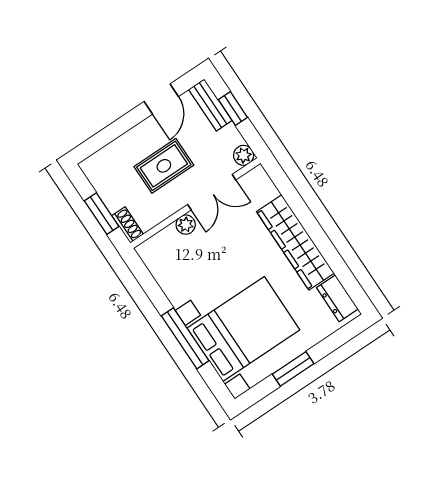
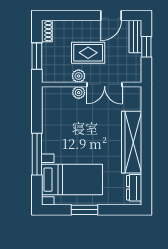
plant: (244, 155) -> (79, 76), moved
shoe rack: (128, 225) -> (47, 31), moved
bed with nightstands: (243, 329) -> (72, 180), width x0.73

